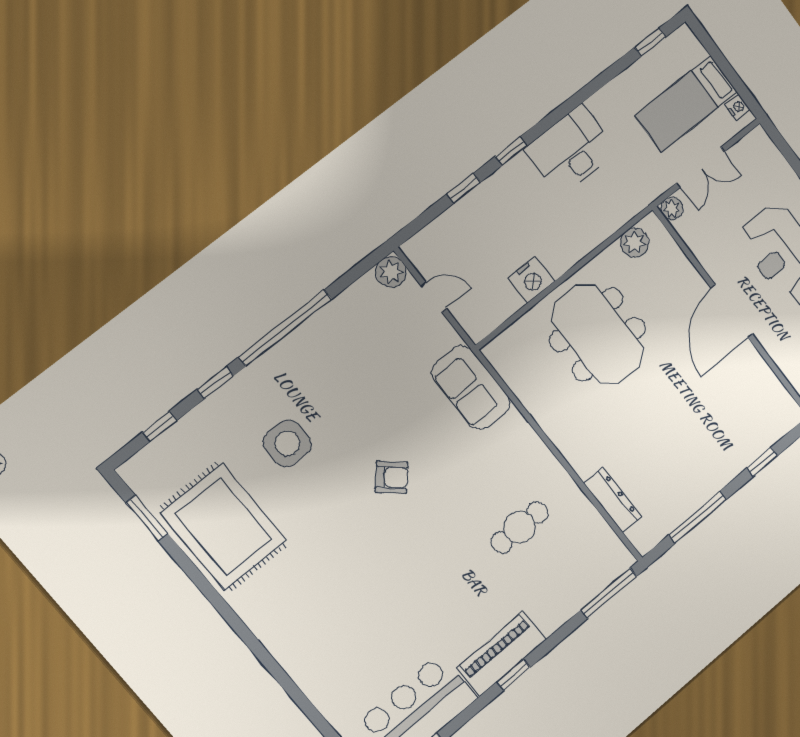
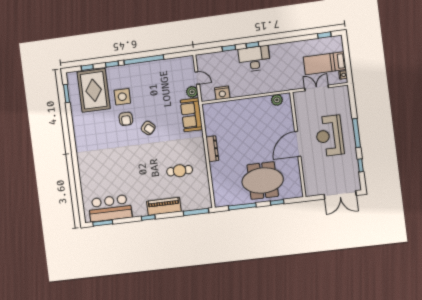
desk: (571, 150) -> (254, 59), moved
double door: (700, 167) -> (317, 88), swing flipped
plant: (672, 209) -> (297, 96), removed
plant: (391, 272) -> (192, 92), moved
nightstand: (531, 280) -> (222, 93), moved
meeting table: (598, 334) -> (263, 181), moved, turned 90
armchair: (327, 489) -> (126, 119), added
dresser: (613, 500) -> (212, 149), moved
rug: (224, 527) -> (94, 90), moved
piano: (501, 654) -> (164, 206), moved

